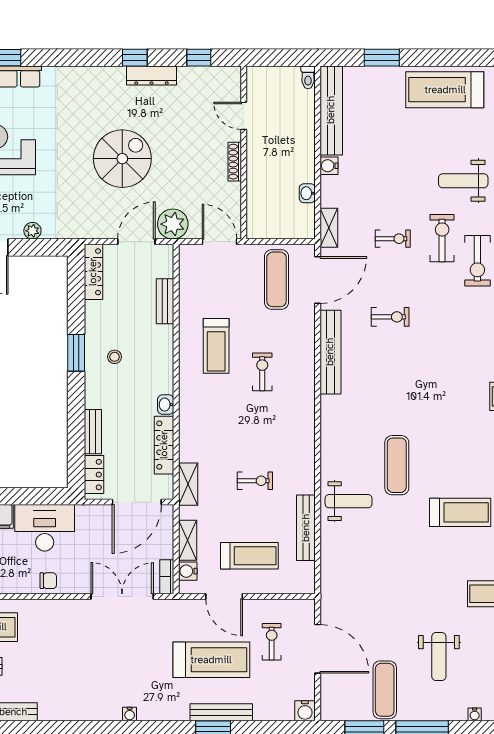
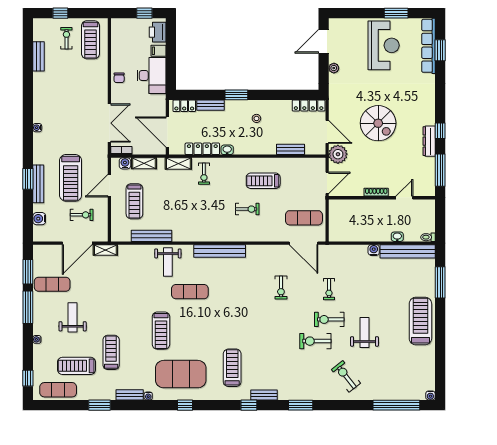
window: (199, 58) -> (440, 170), width x2.17
window: (382, 58) -> (440, 282), width x1.44
washbasin: (307, 193) -> (397, 237), moved
shelving: (329, 228) -> (105, 250), moved
exercise bike: (442, 238) -> (329, 319), turned 180
bench: (330, 352) -> (220, 251), moved
window: (76, 353) -> (236, 95), moved
exercise bike: (255, 481) -> (204, 174), moved
weight bench: (439, 657) -> (73, 317), turned 90
water cooler: (305, 711) -> (39, 219), moved

